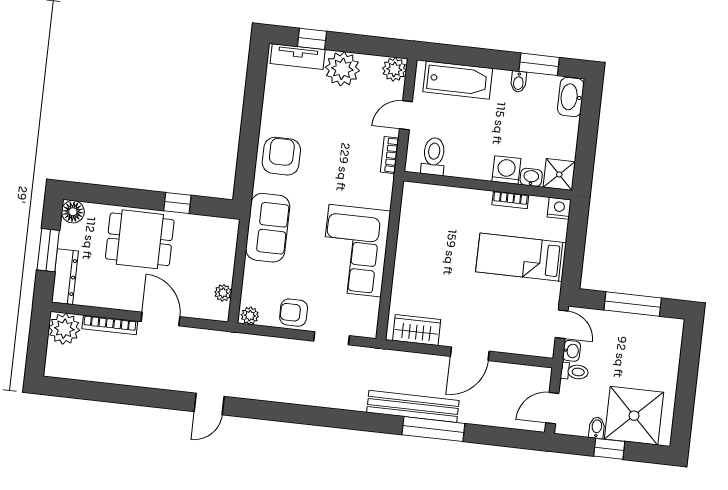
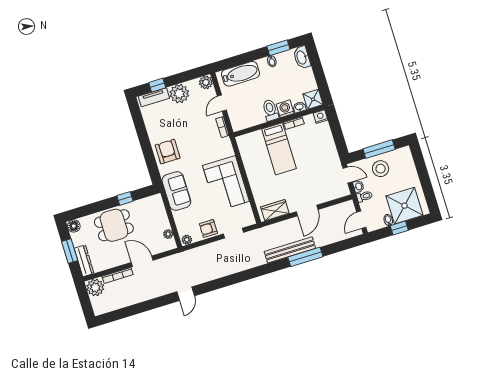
toilet: (434, 156) -> (270, 110), moved
bed: (521, 257) -> (279, 149), moved, turned -90
stool: (621, 337) -> (381, 169), added

